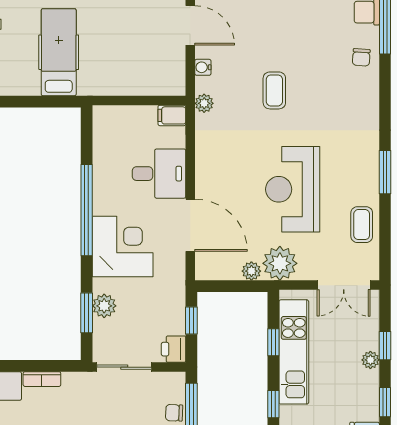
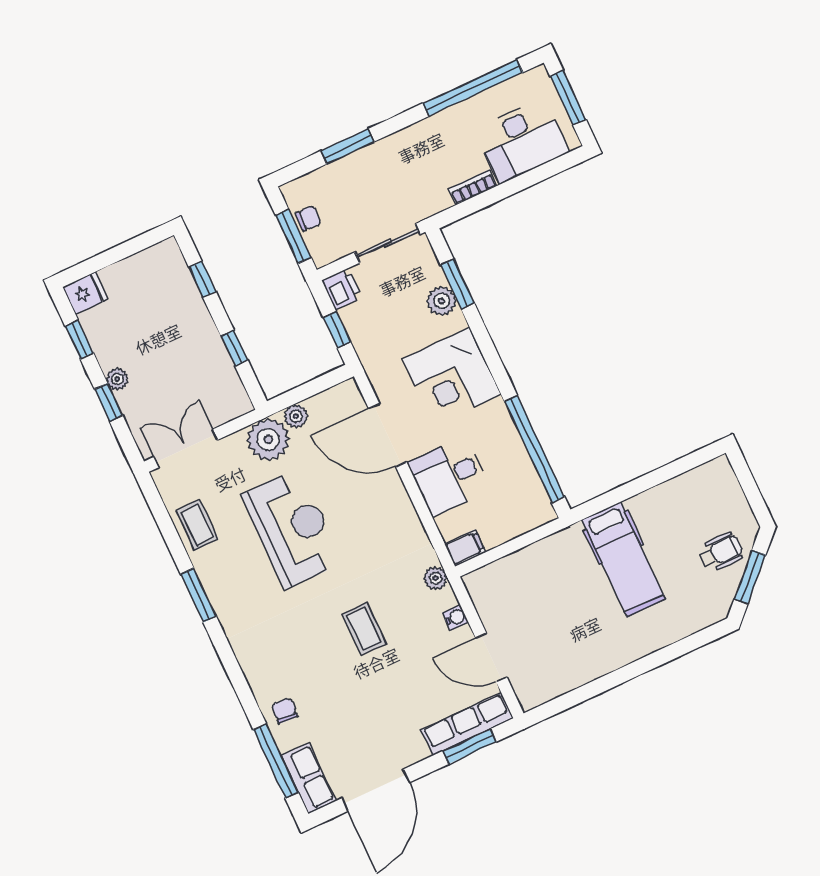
window: (87, 210) -> (534, 449), moved
kitchen unit: (294, 352) -> (207, 348), removed

